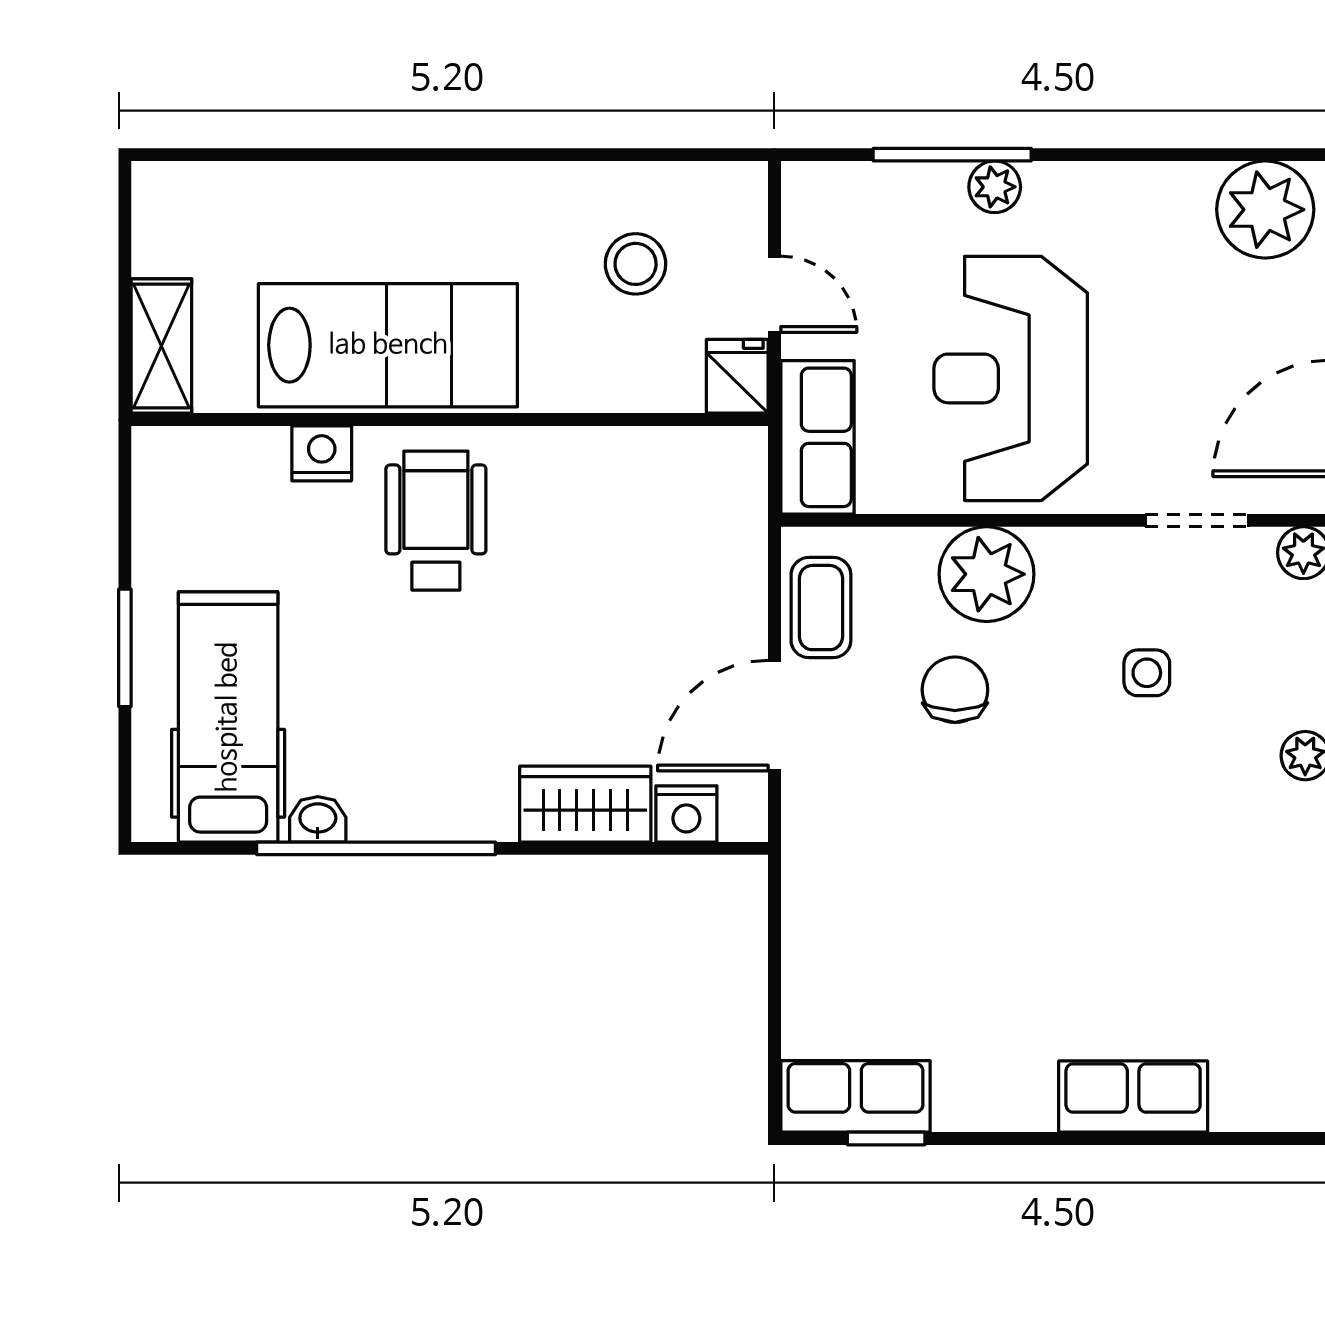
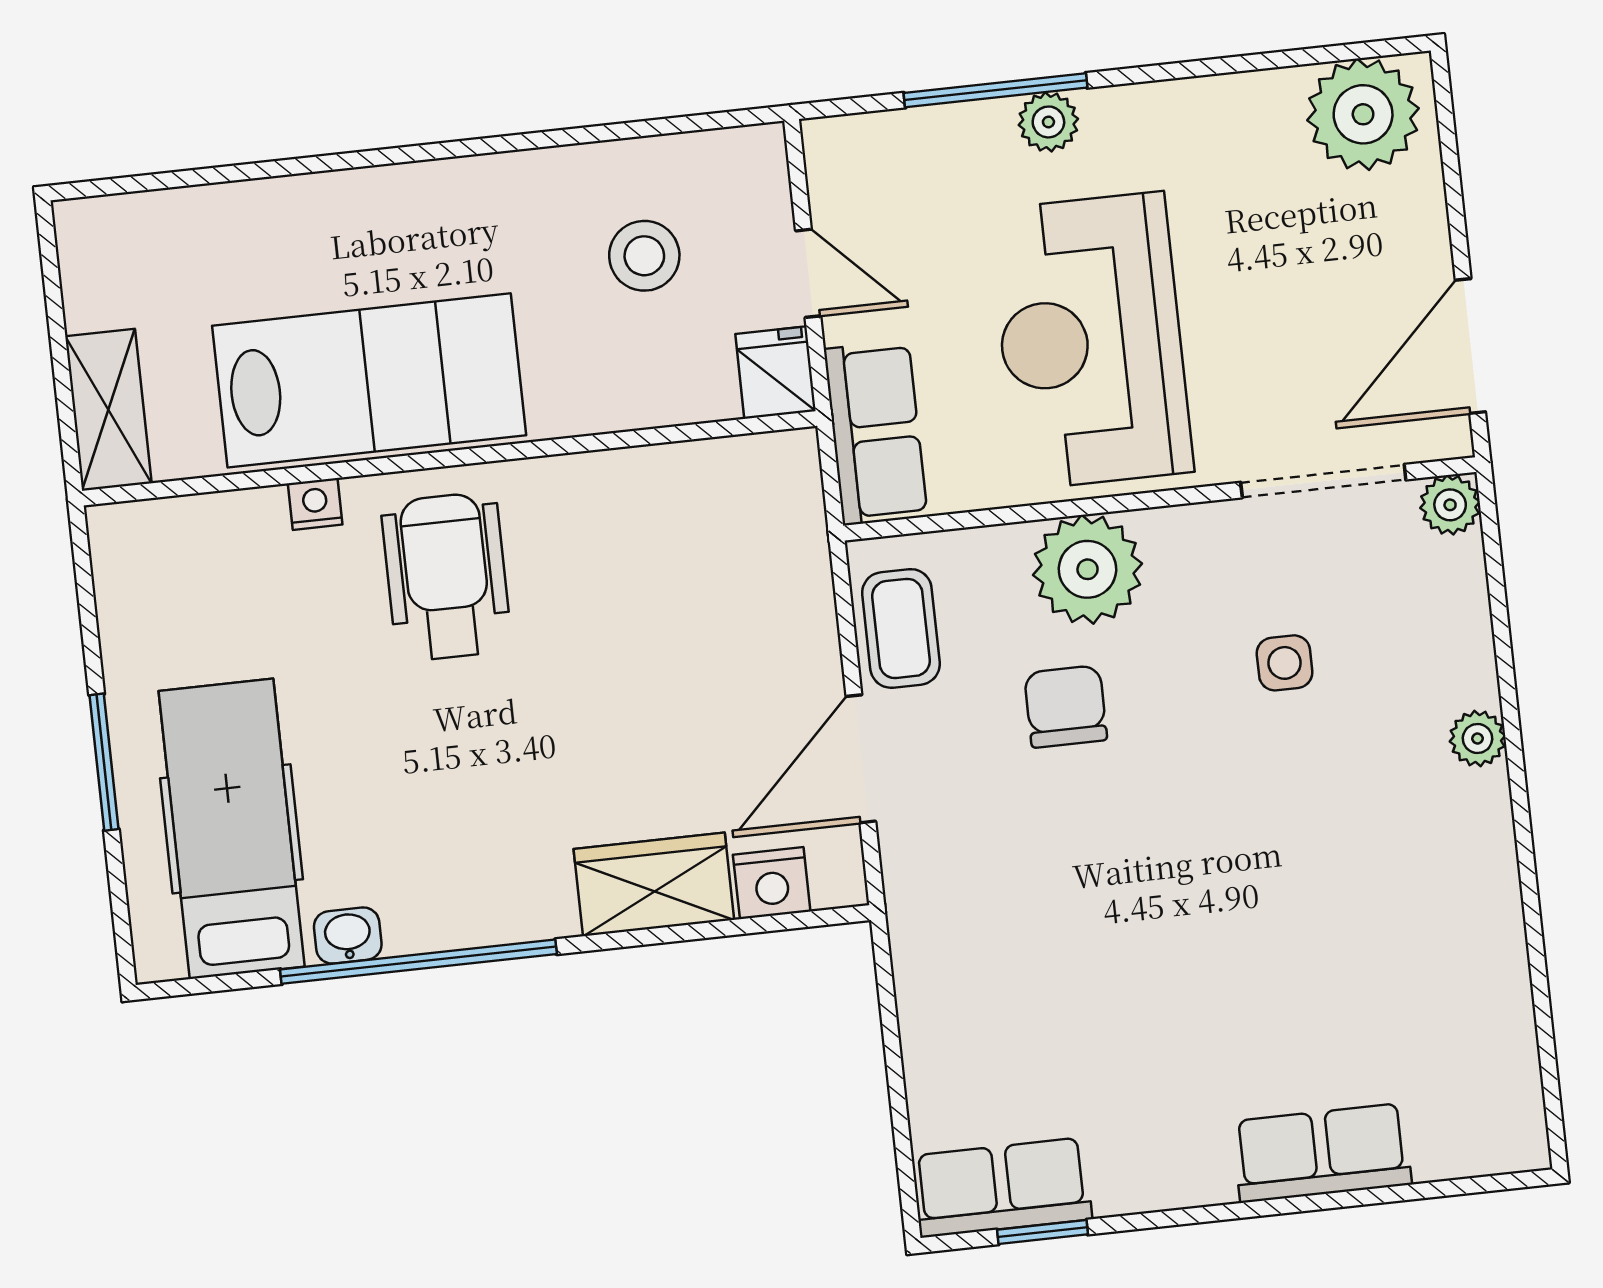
nightstand: (322, 453) -> (315, 504), width x0.72, depth x0.74
doorway: (1197, 520) -> (1323, 481), width x1.38

